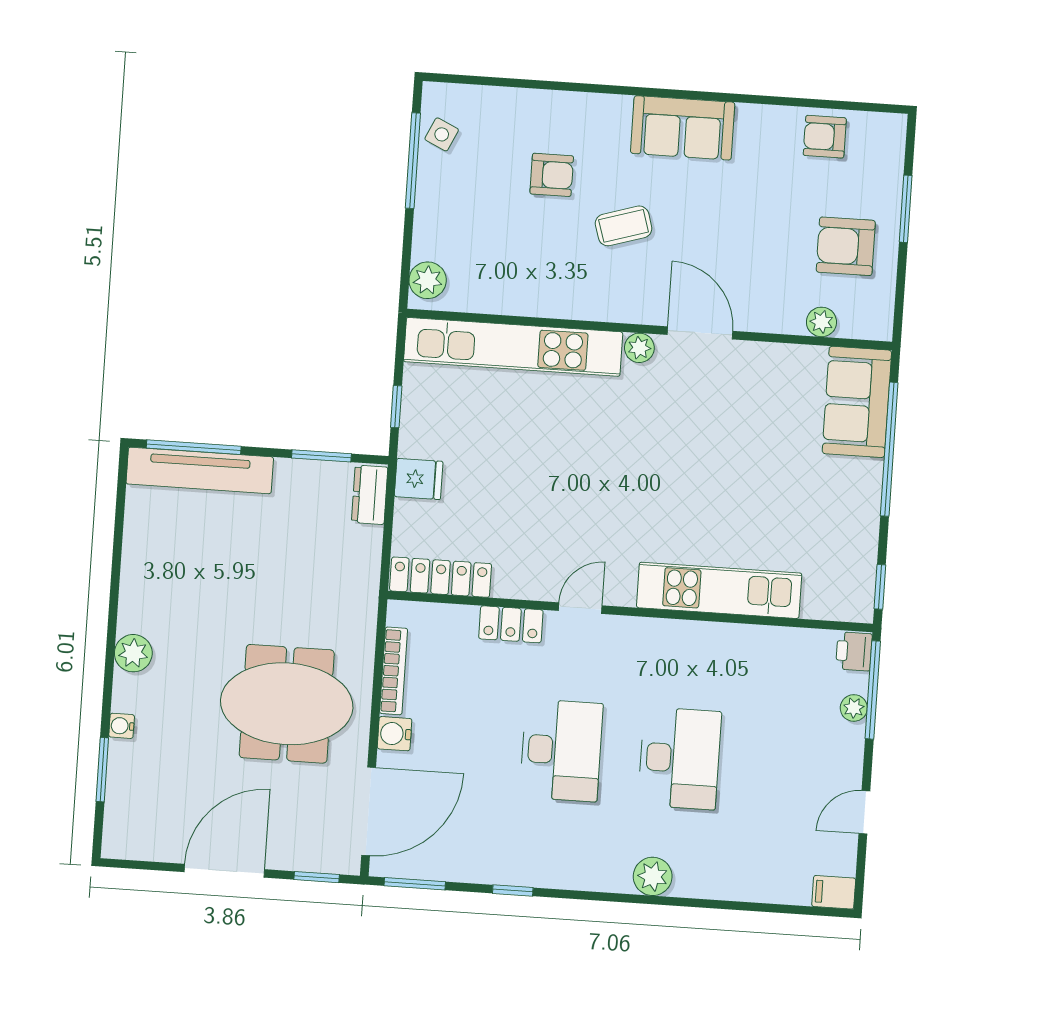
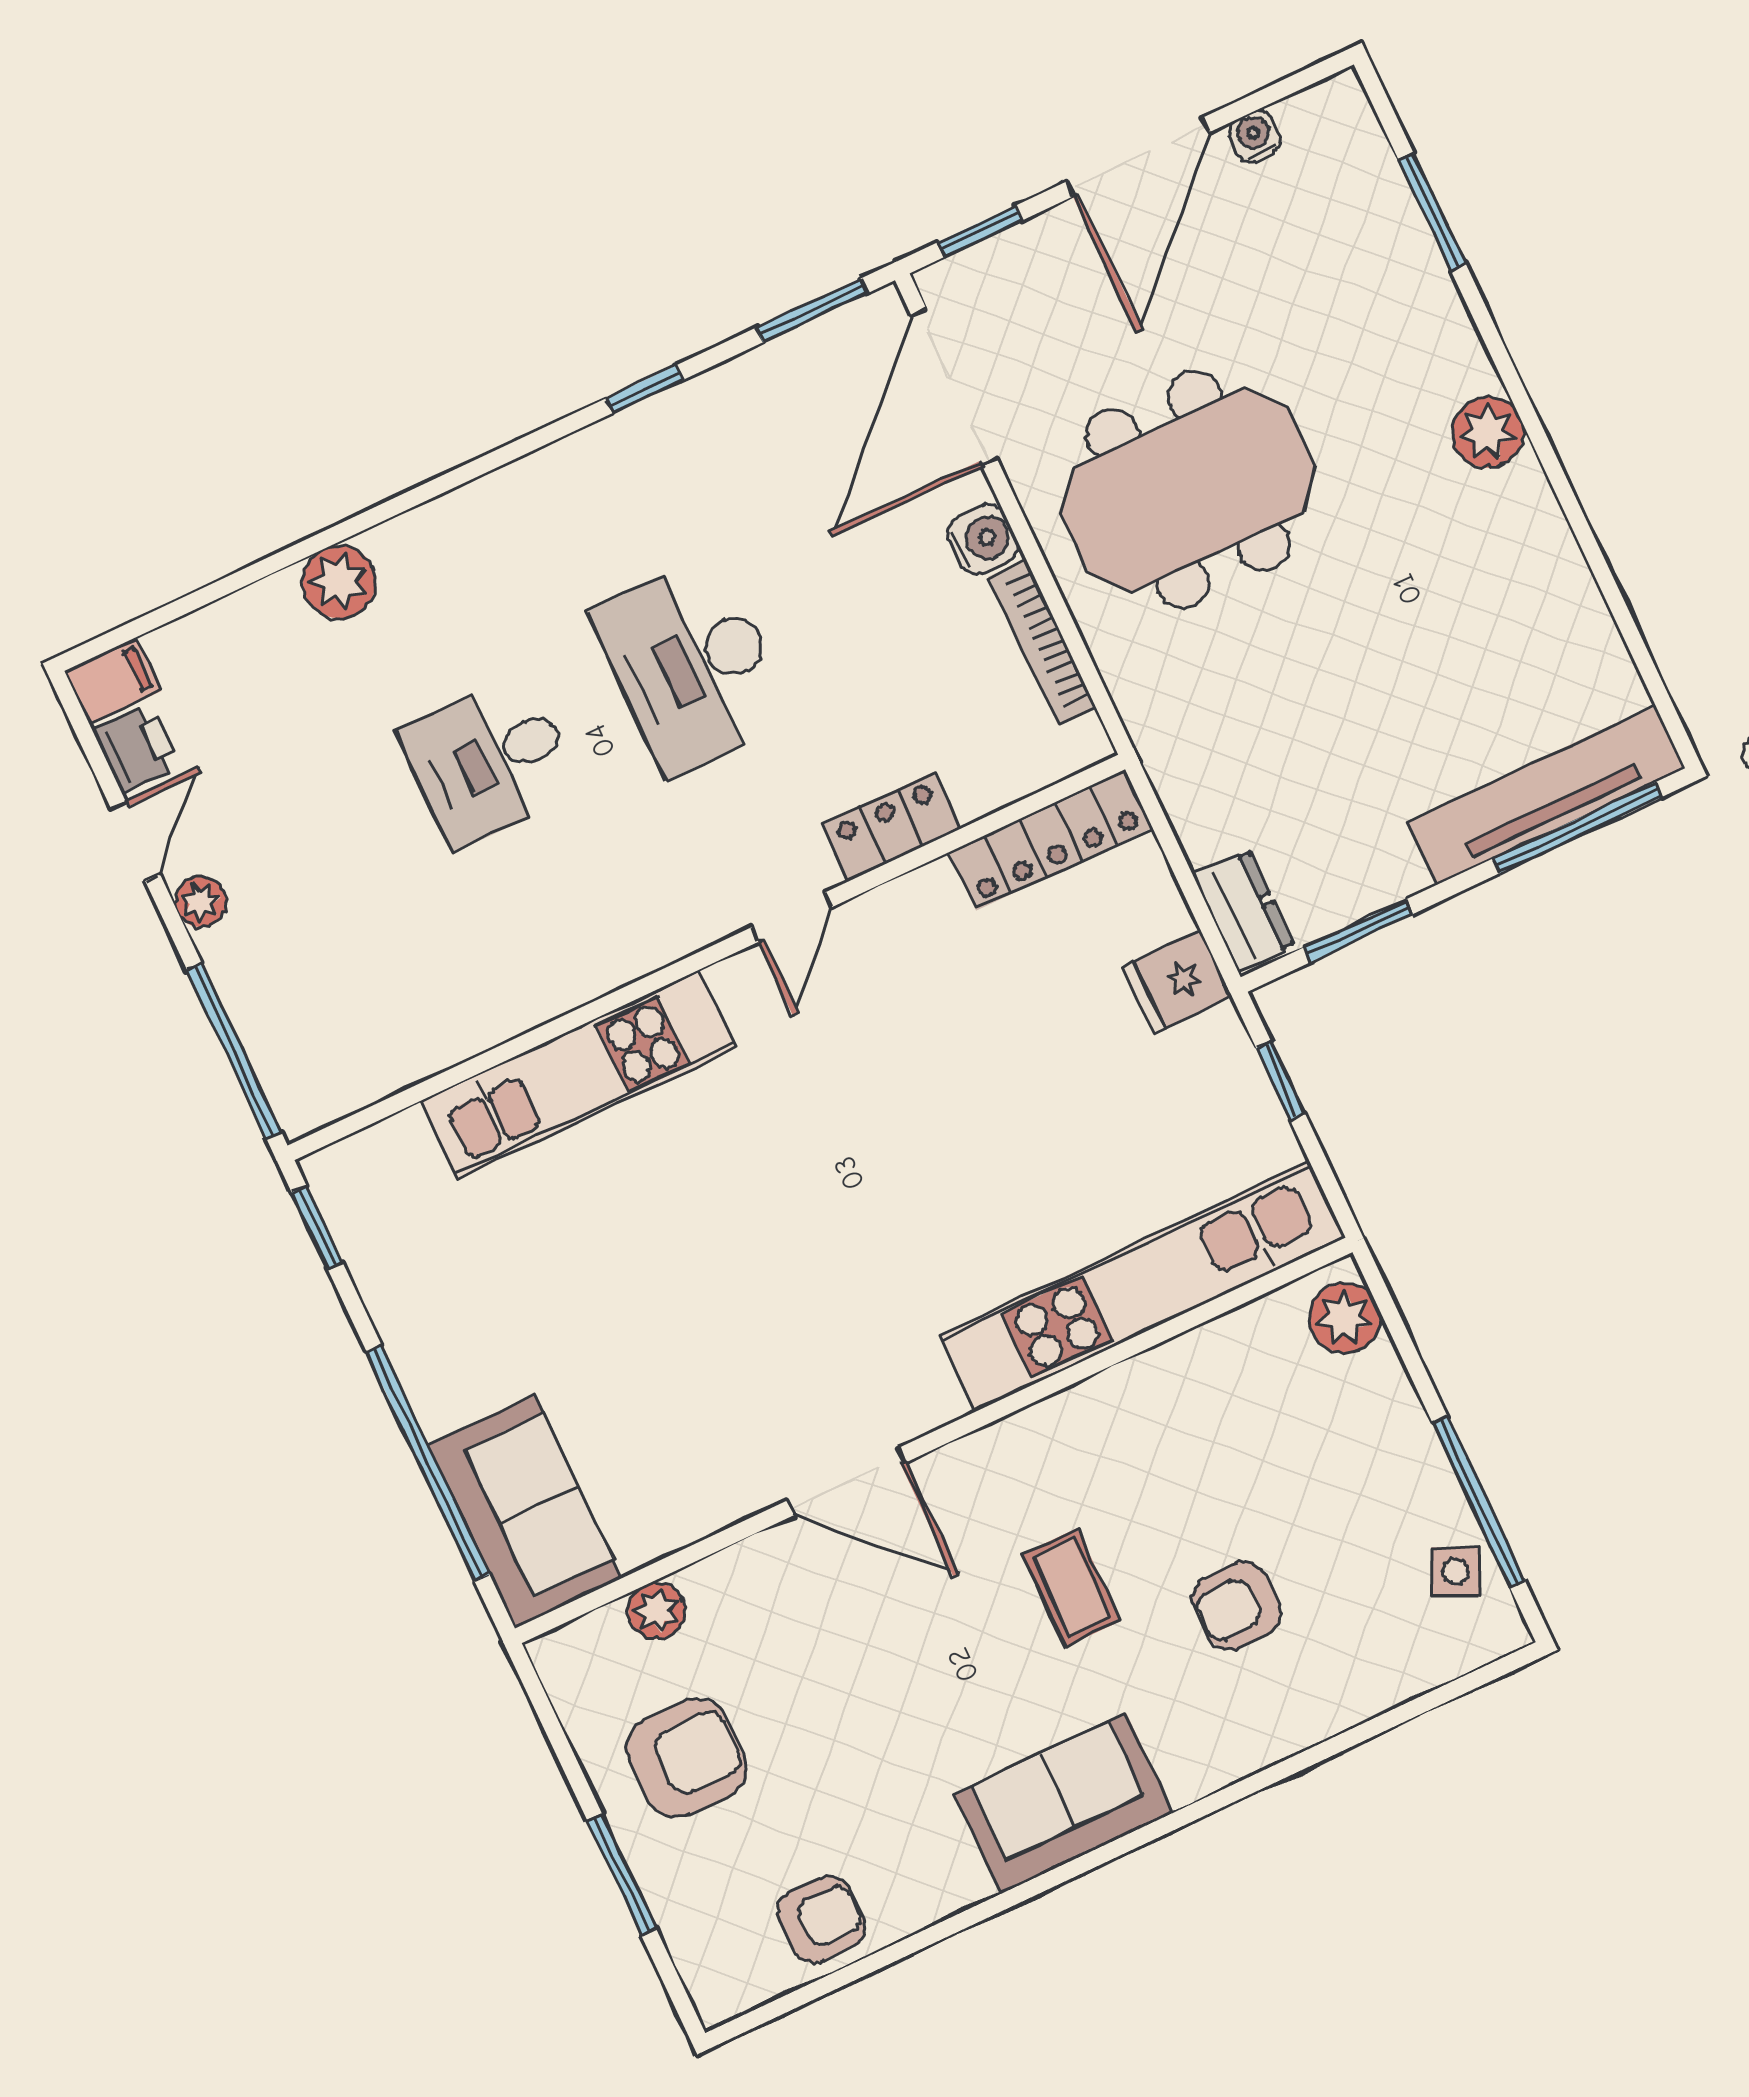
coffee table: (624, 226) -> (1071, 1587), turned -73
plant: (639, 348) -> (933, 1401), removed
printer: (854, 651) -> (136, 748), moved
plant: (854, 708) -> (201, 902), moved
water cooler: (122, 726) -> (1255, 136), moved, turned -90
desk: (680, 758) -> (490, 761), width x0.73
plant: (653, 876) -> (339, 582), moved

